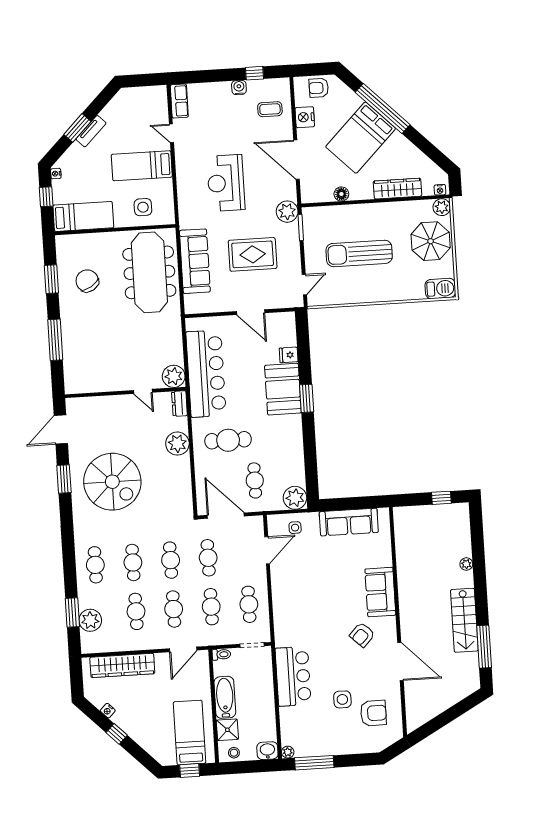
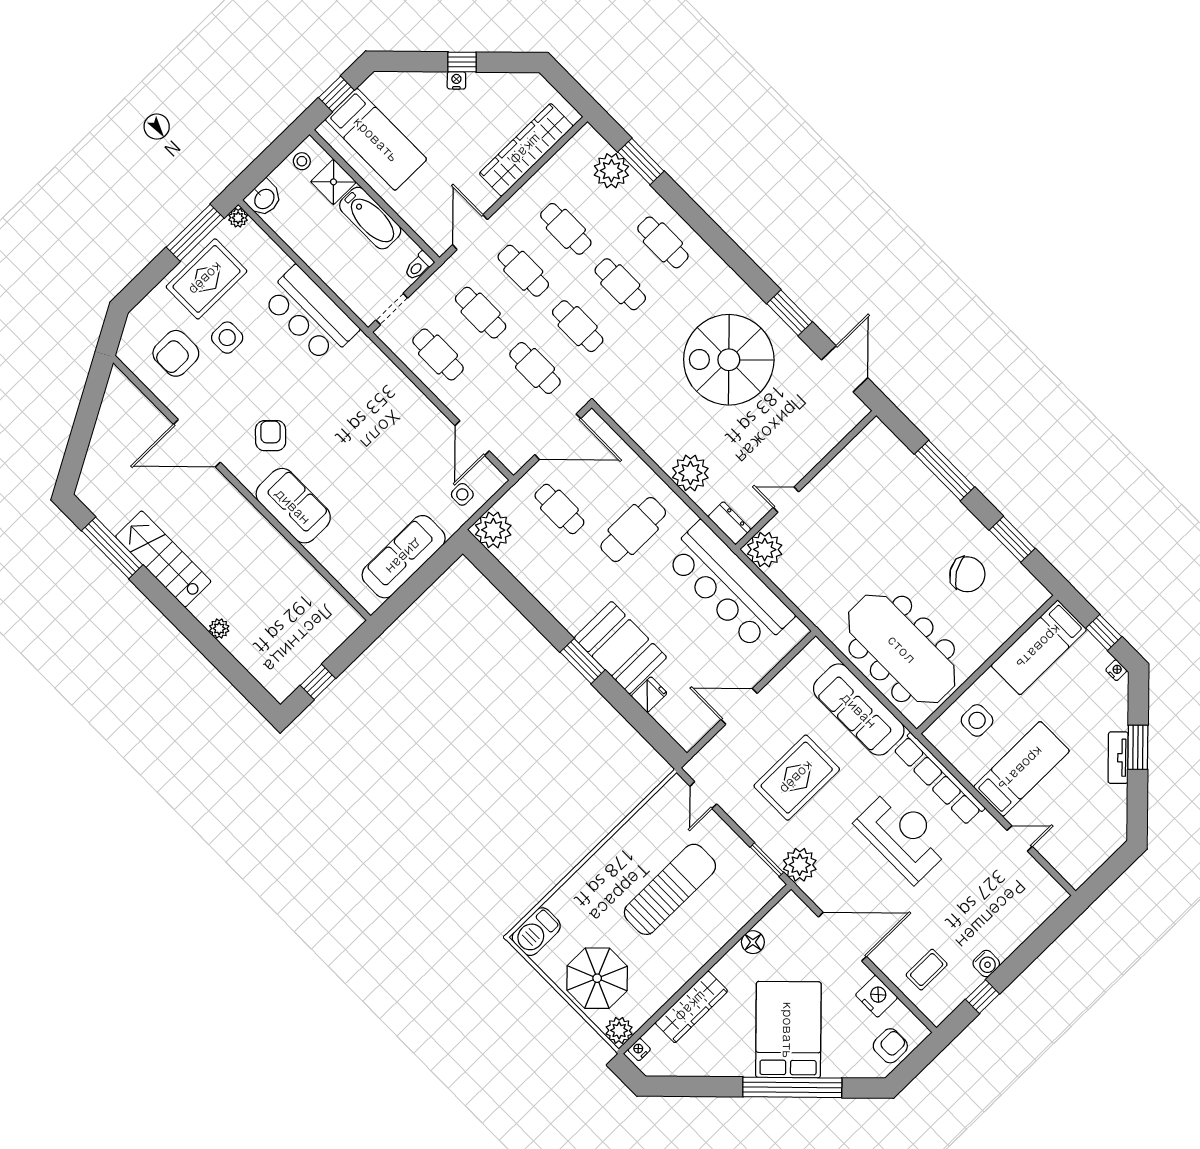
row of seats: (179, 101) -> (939, 779), moved, width x2.02
nightstand: (108, 711) -> (456, 80), moved
rug: (328, 736) -> (206, 279), added

